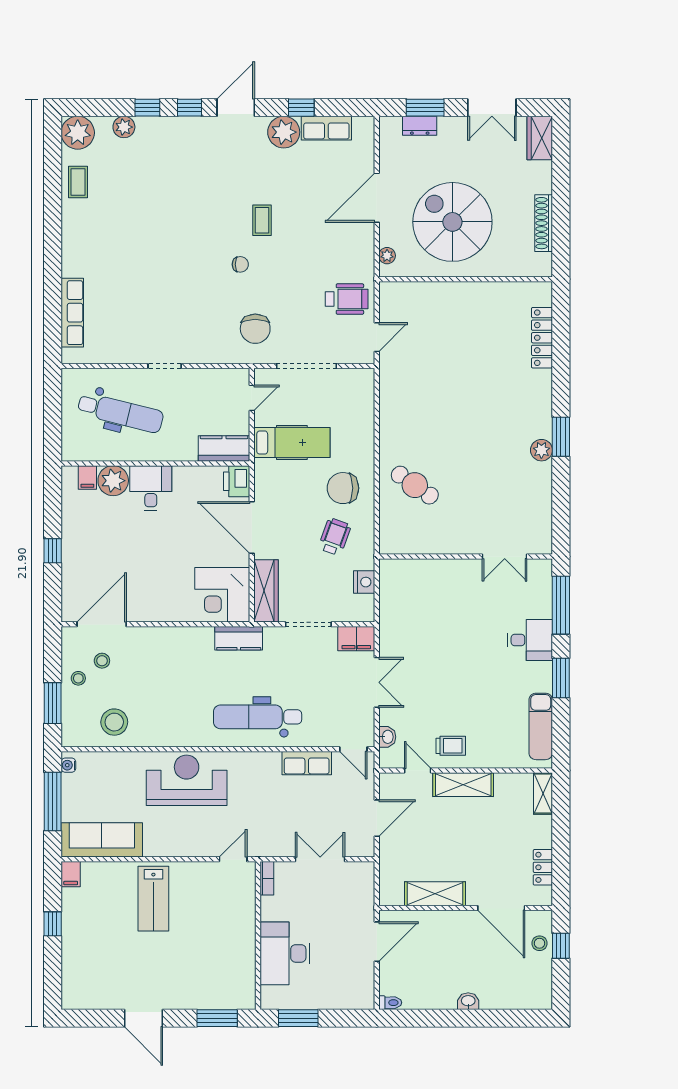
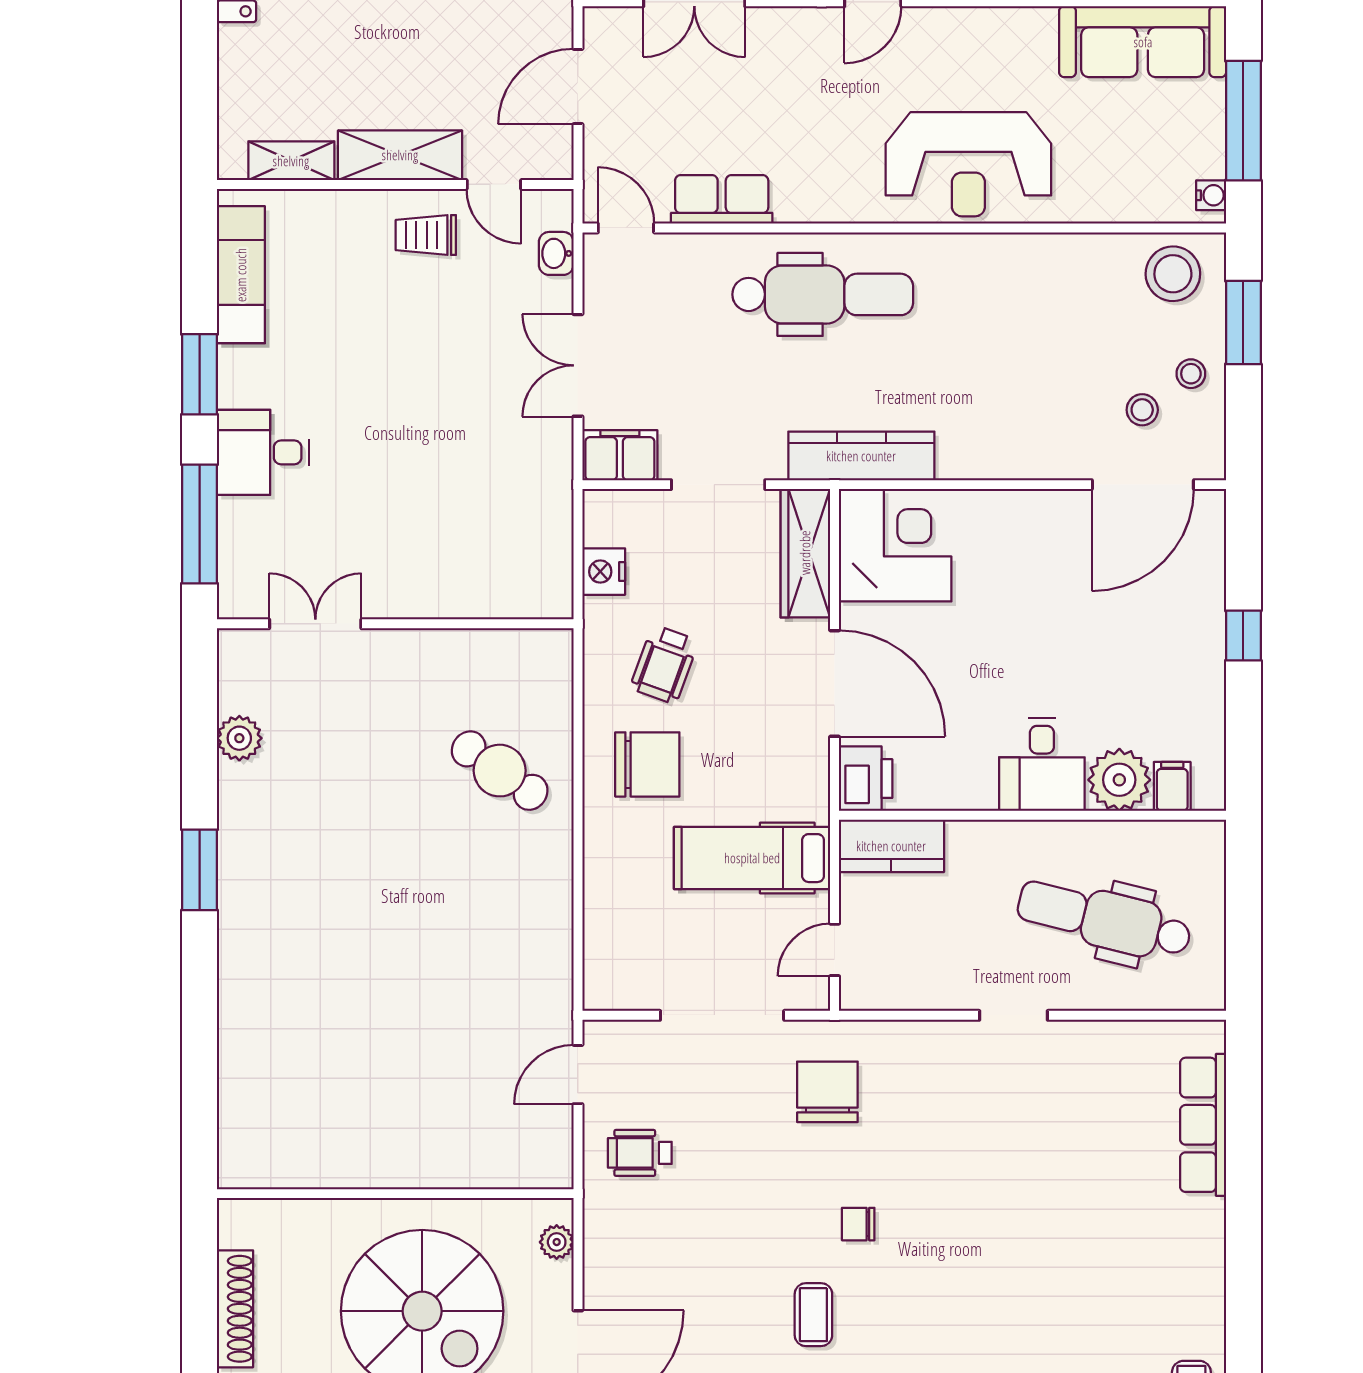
wheelchair: (347, 299) -> (640, 1153), width x0.73, depth x0.73
locker: (542, 338) -> (238, 1073), removed
plant: (541, 450) -> (239, 738), moved
kitchen counter: (239, 638) -> (861, 456), width x1.50
stool: (114, 722) -> (1173, 274), moved
shelving: (543, 793) -> (291, 161), moved, turned 90

